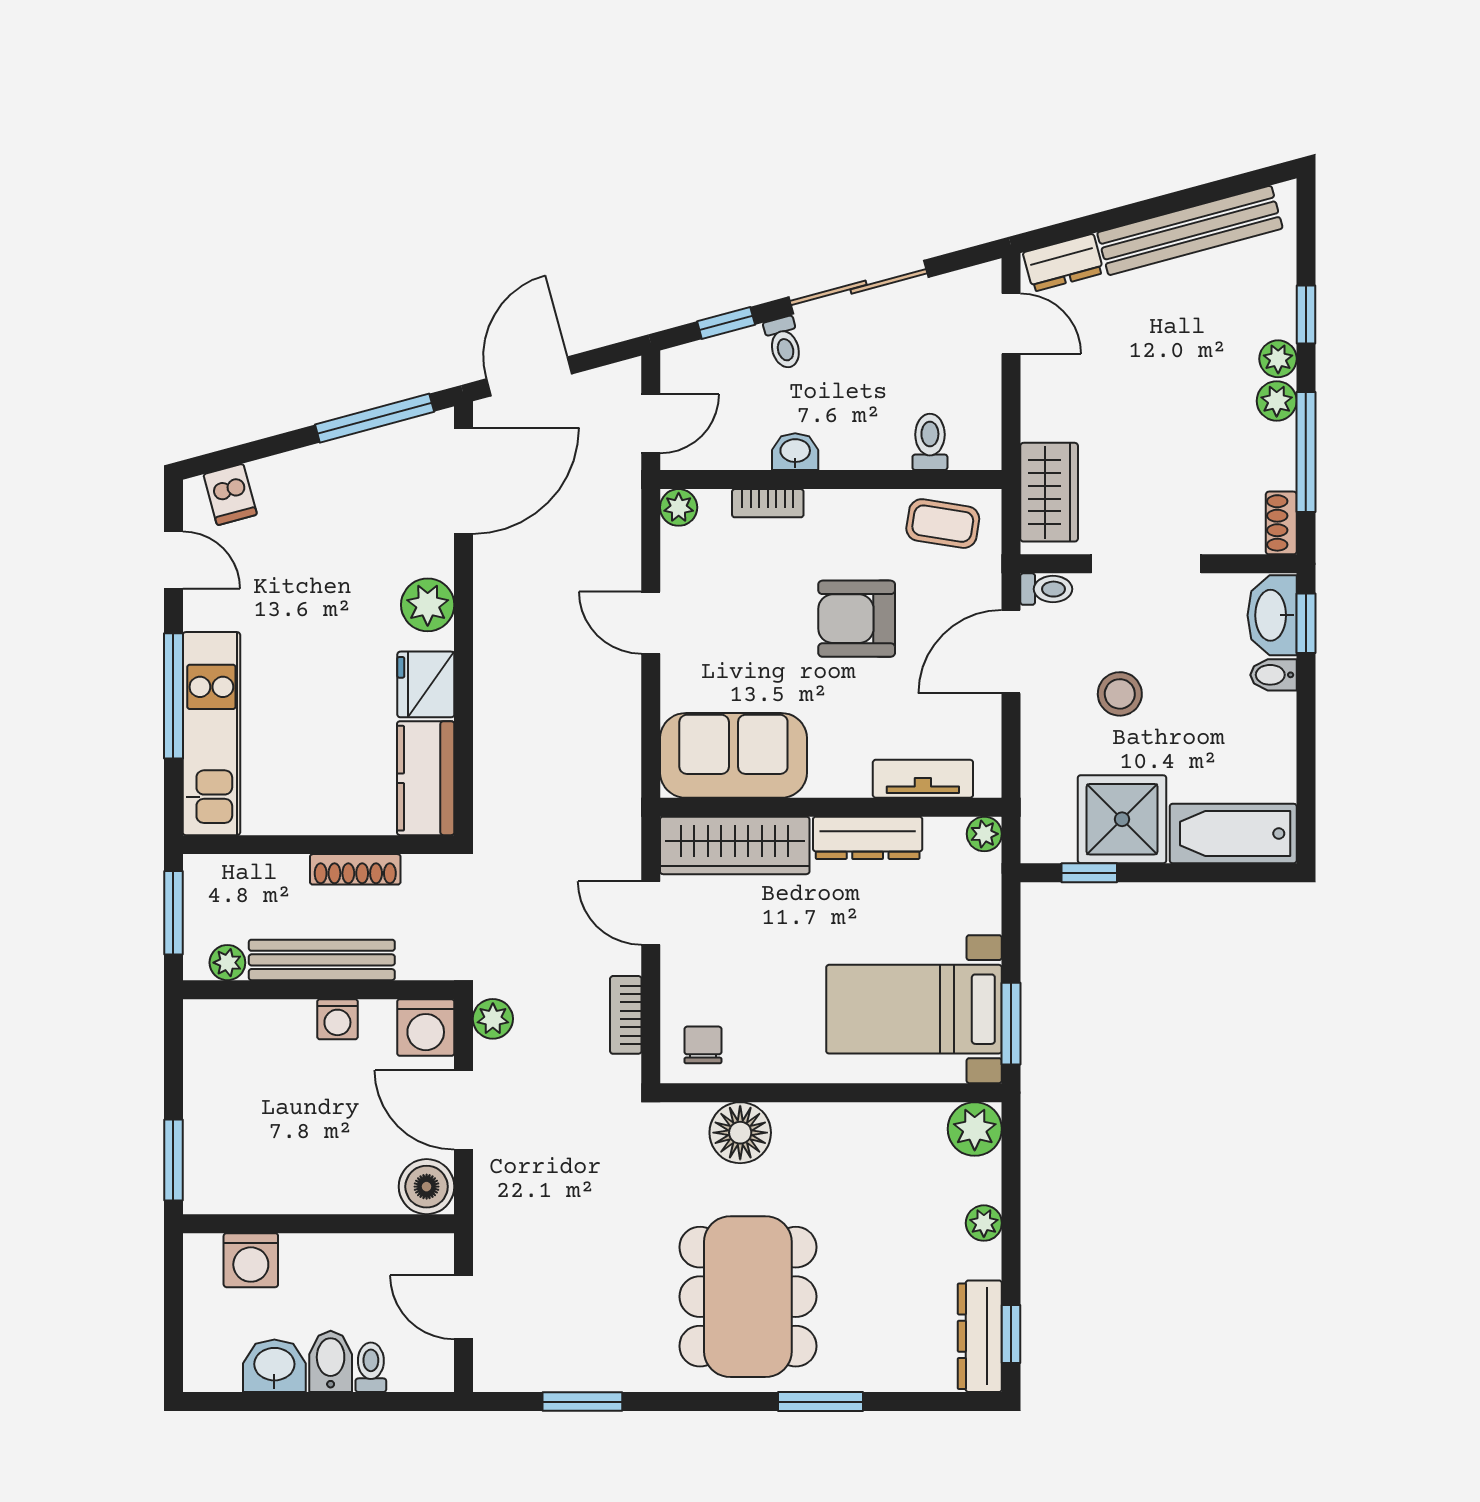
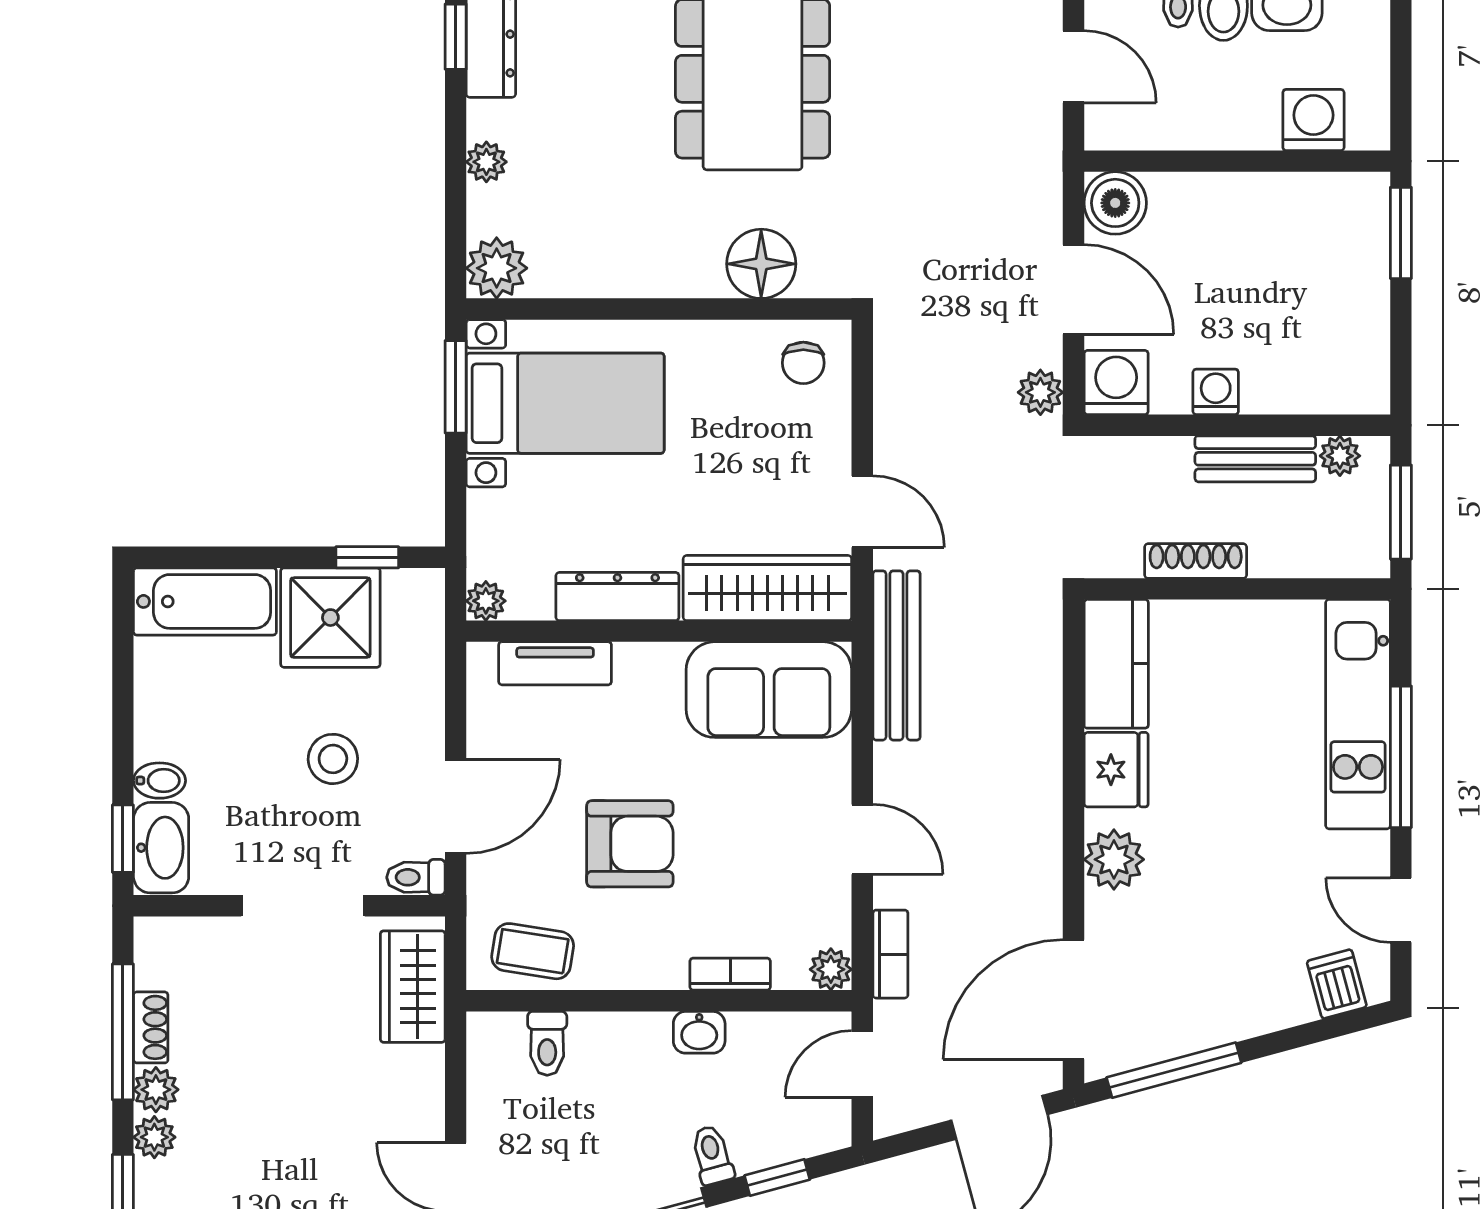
shoe rack: (1281, 523) -> (151, 1027), moved
bench: (620, 786) -> (896, 655), added
bench: (322, 960) -> (1255, 459), width x0.73
bookcase: (626, 1015) -> (890, 954), moved

